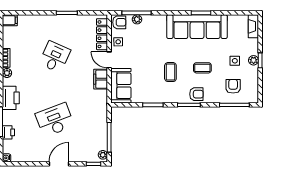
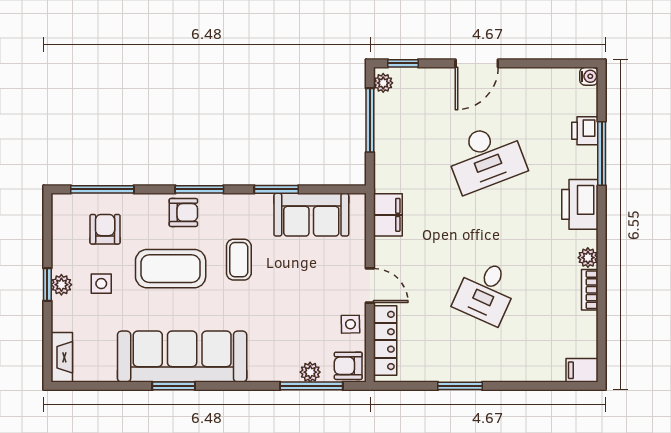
coffee table: (202, 68) -> (171, 269), width x1.86, depth x1.72
filing cabinet: (101, 79) -> (388, 215), moved
sofa: (121, 86) -> (311, 215), moved, turned -90
armchair: (233, 86) -> (105, 229), turned 180
armchair: (196, 94) -> (183, 212), turned 180

